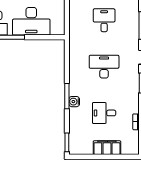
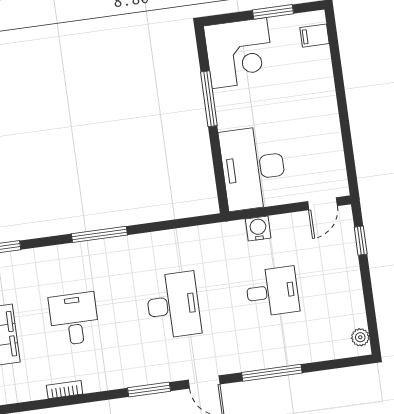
desk: (31, 21) -> (253, 168), moved
water cooler: (74, 102) -> (258, 228), moved

